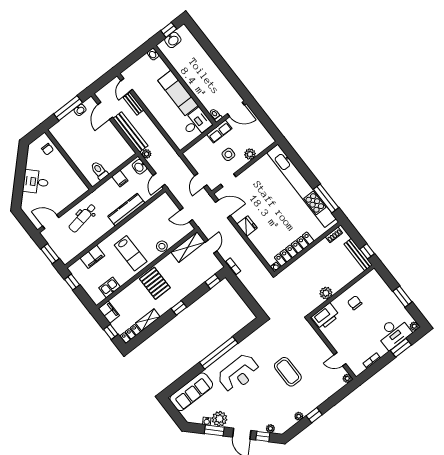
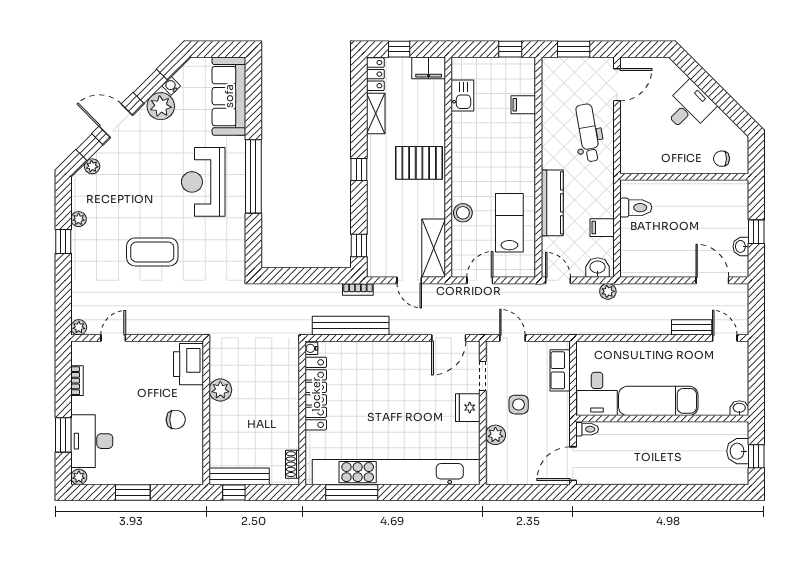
window: (68, 108) -> (756, 232), width x0.46
bench: (131, 132) -> (351, 326), moved
row of seats: (219, 132) -> (560, 370), moved
fridge: (247, 226) -> (468, 408), moved, turned 90
lab bench: (131, 253) -> (509, 223), moved, turned 90
filing cabinet: (92, 257) -> (523, 105), width x0.50

